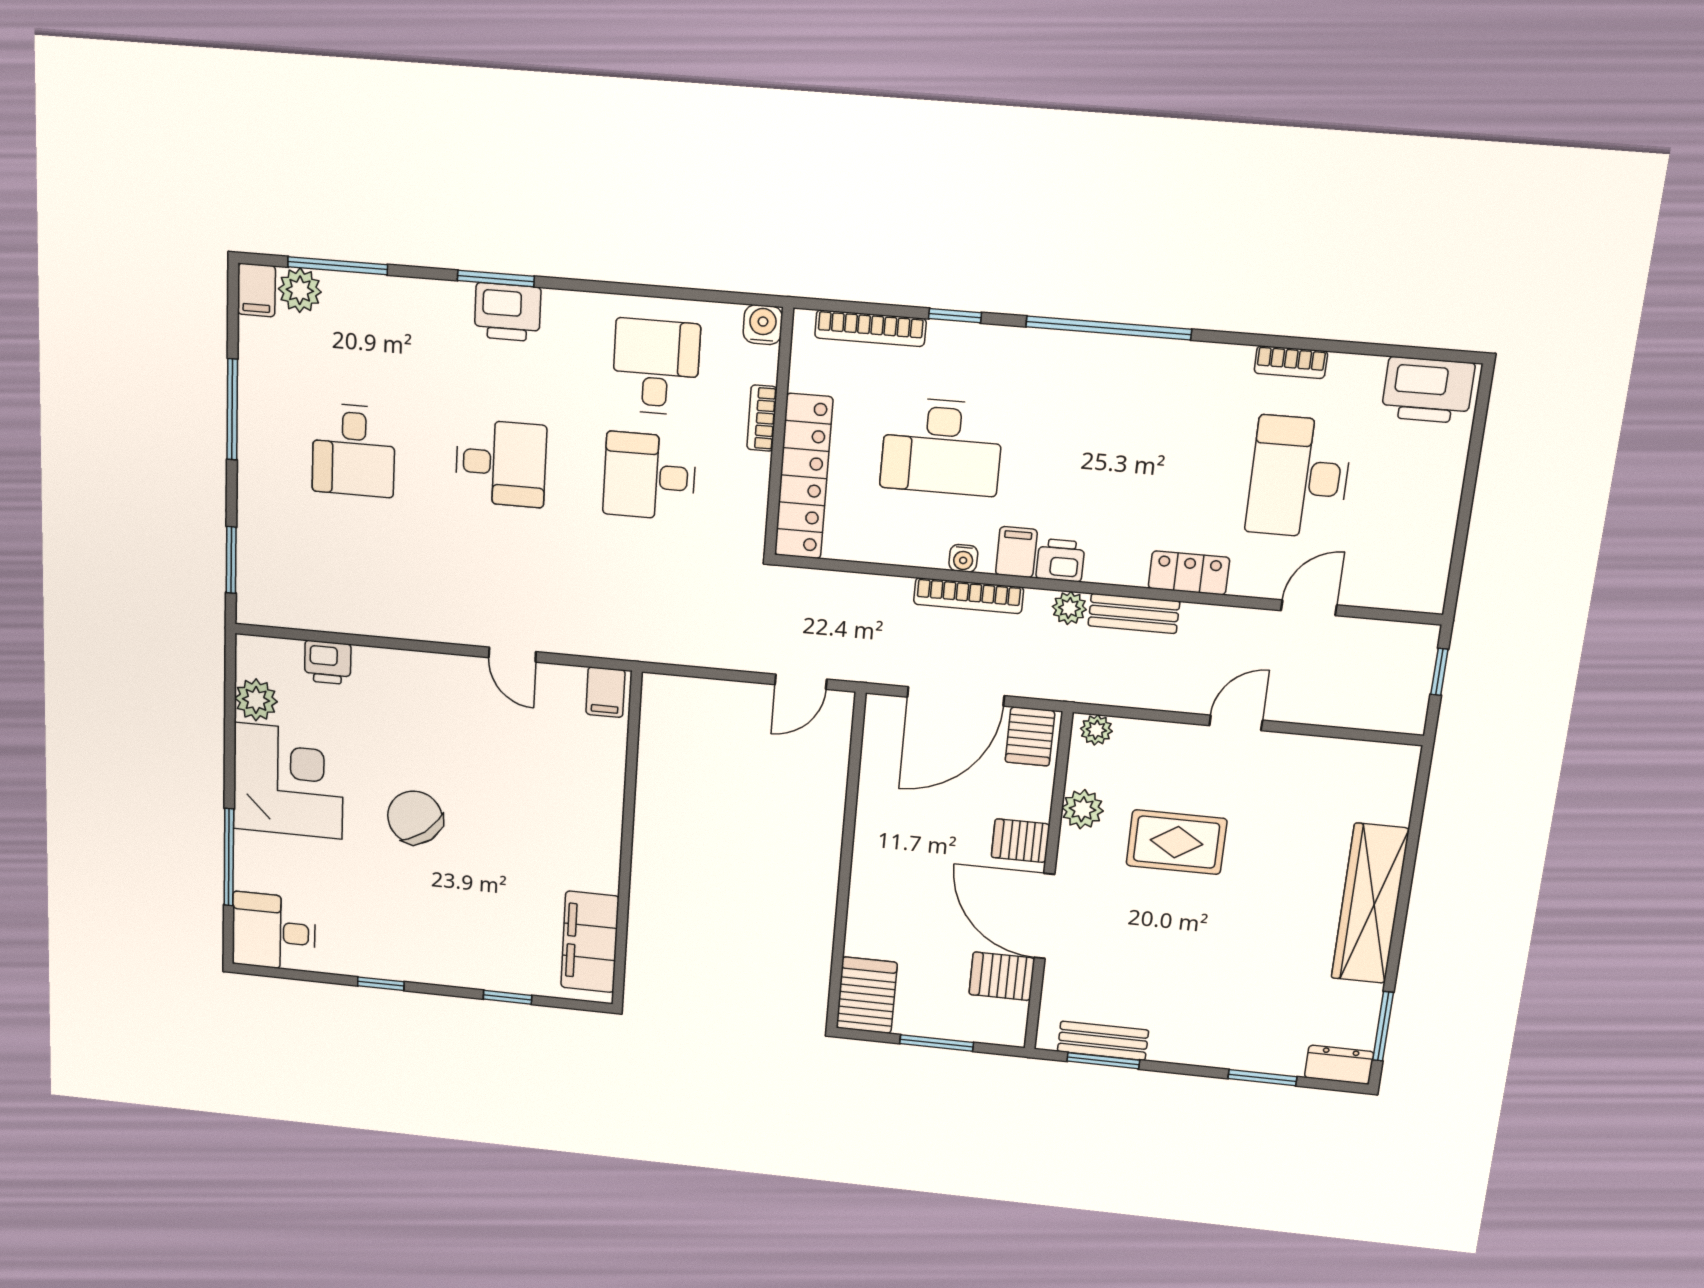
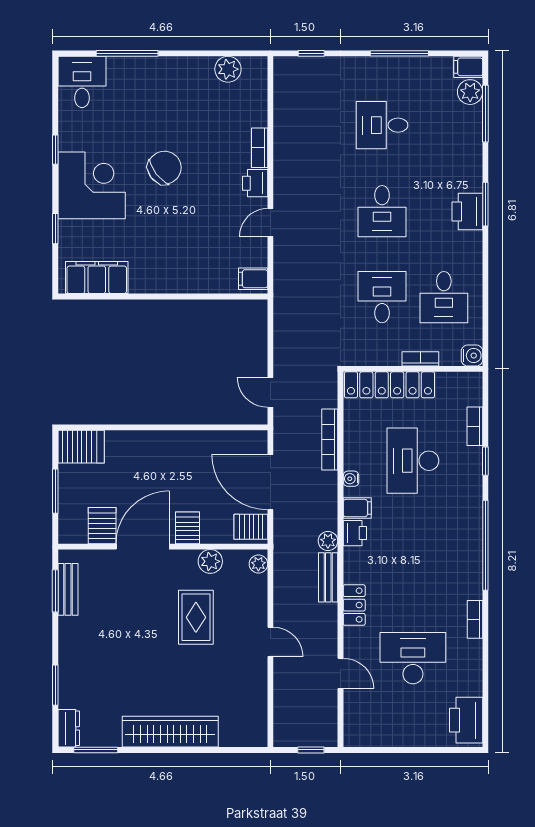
bookcase: (870, 328) -> (475, 426), width x0.64
bookcase: (1291, 362) -> (475, 619), moved
desk: (656, 367) -> (444, 297), turned 90
window: (231, 560) -> (311, 53), width x0.67
bookcase: (969, 596) -> (330, 440), moved
bookcase: (387, 661) -> (260, 148), added
printer: (328, 662) -> (255, 183), moved
corner desk: (288, 781) -> (92, 185), moved, turned -90

